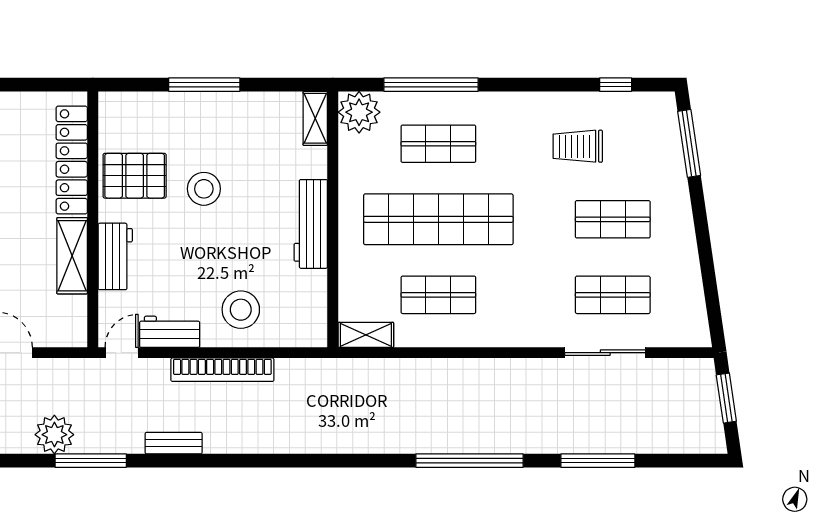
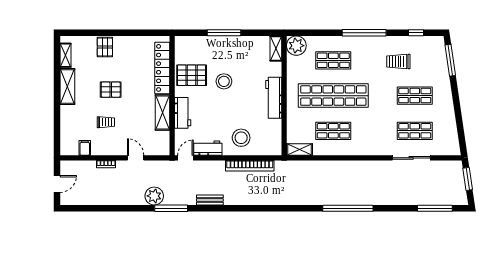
window: (431, 85) -> (364, 33), moved
bookcase: (222, 370) -> (250, 166), moved
window: (598, 461) -> (435, 208), moved

